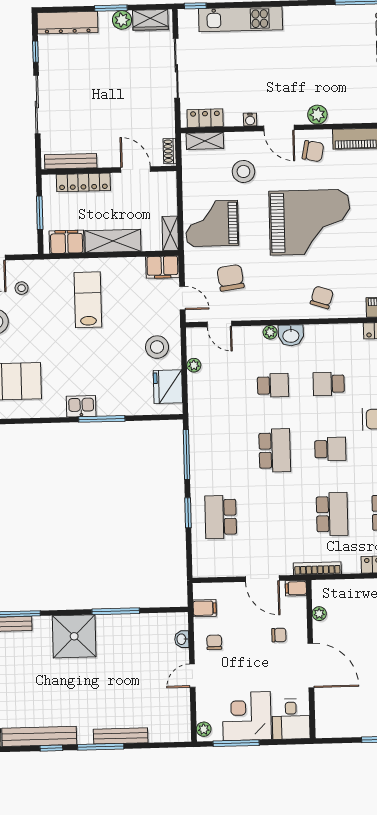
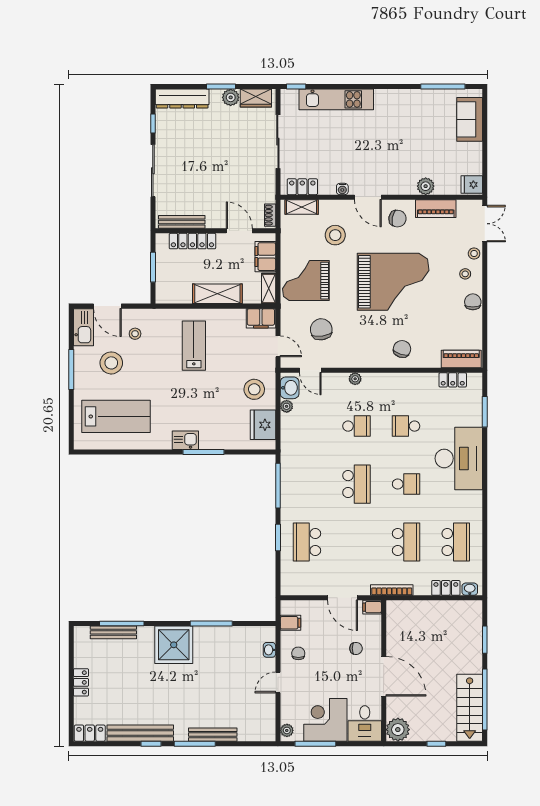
plant: (317, 115) -> (426, 186), moved
filing cabinet: (67, 242) -> (265, 257), moved, turned -90
washbasin: (291, 335) -> (290, 388), moved, turned -90
plant: (319, 614) -> (398, 730), moved, width x1.88, depth x1.88

